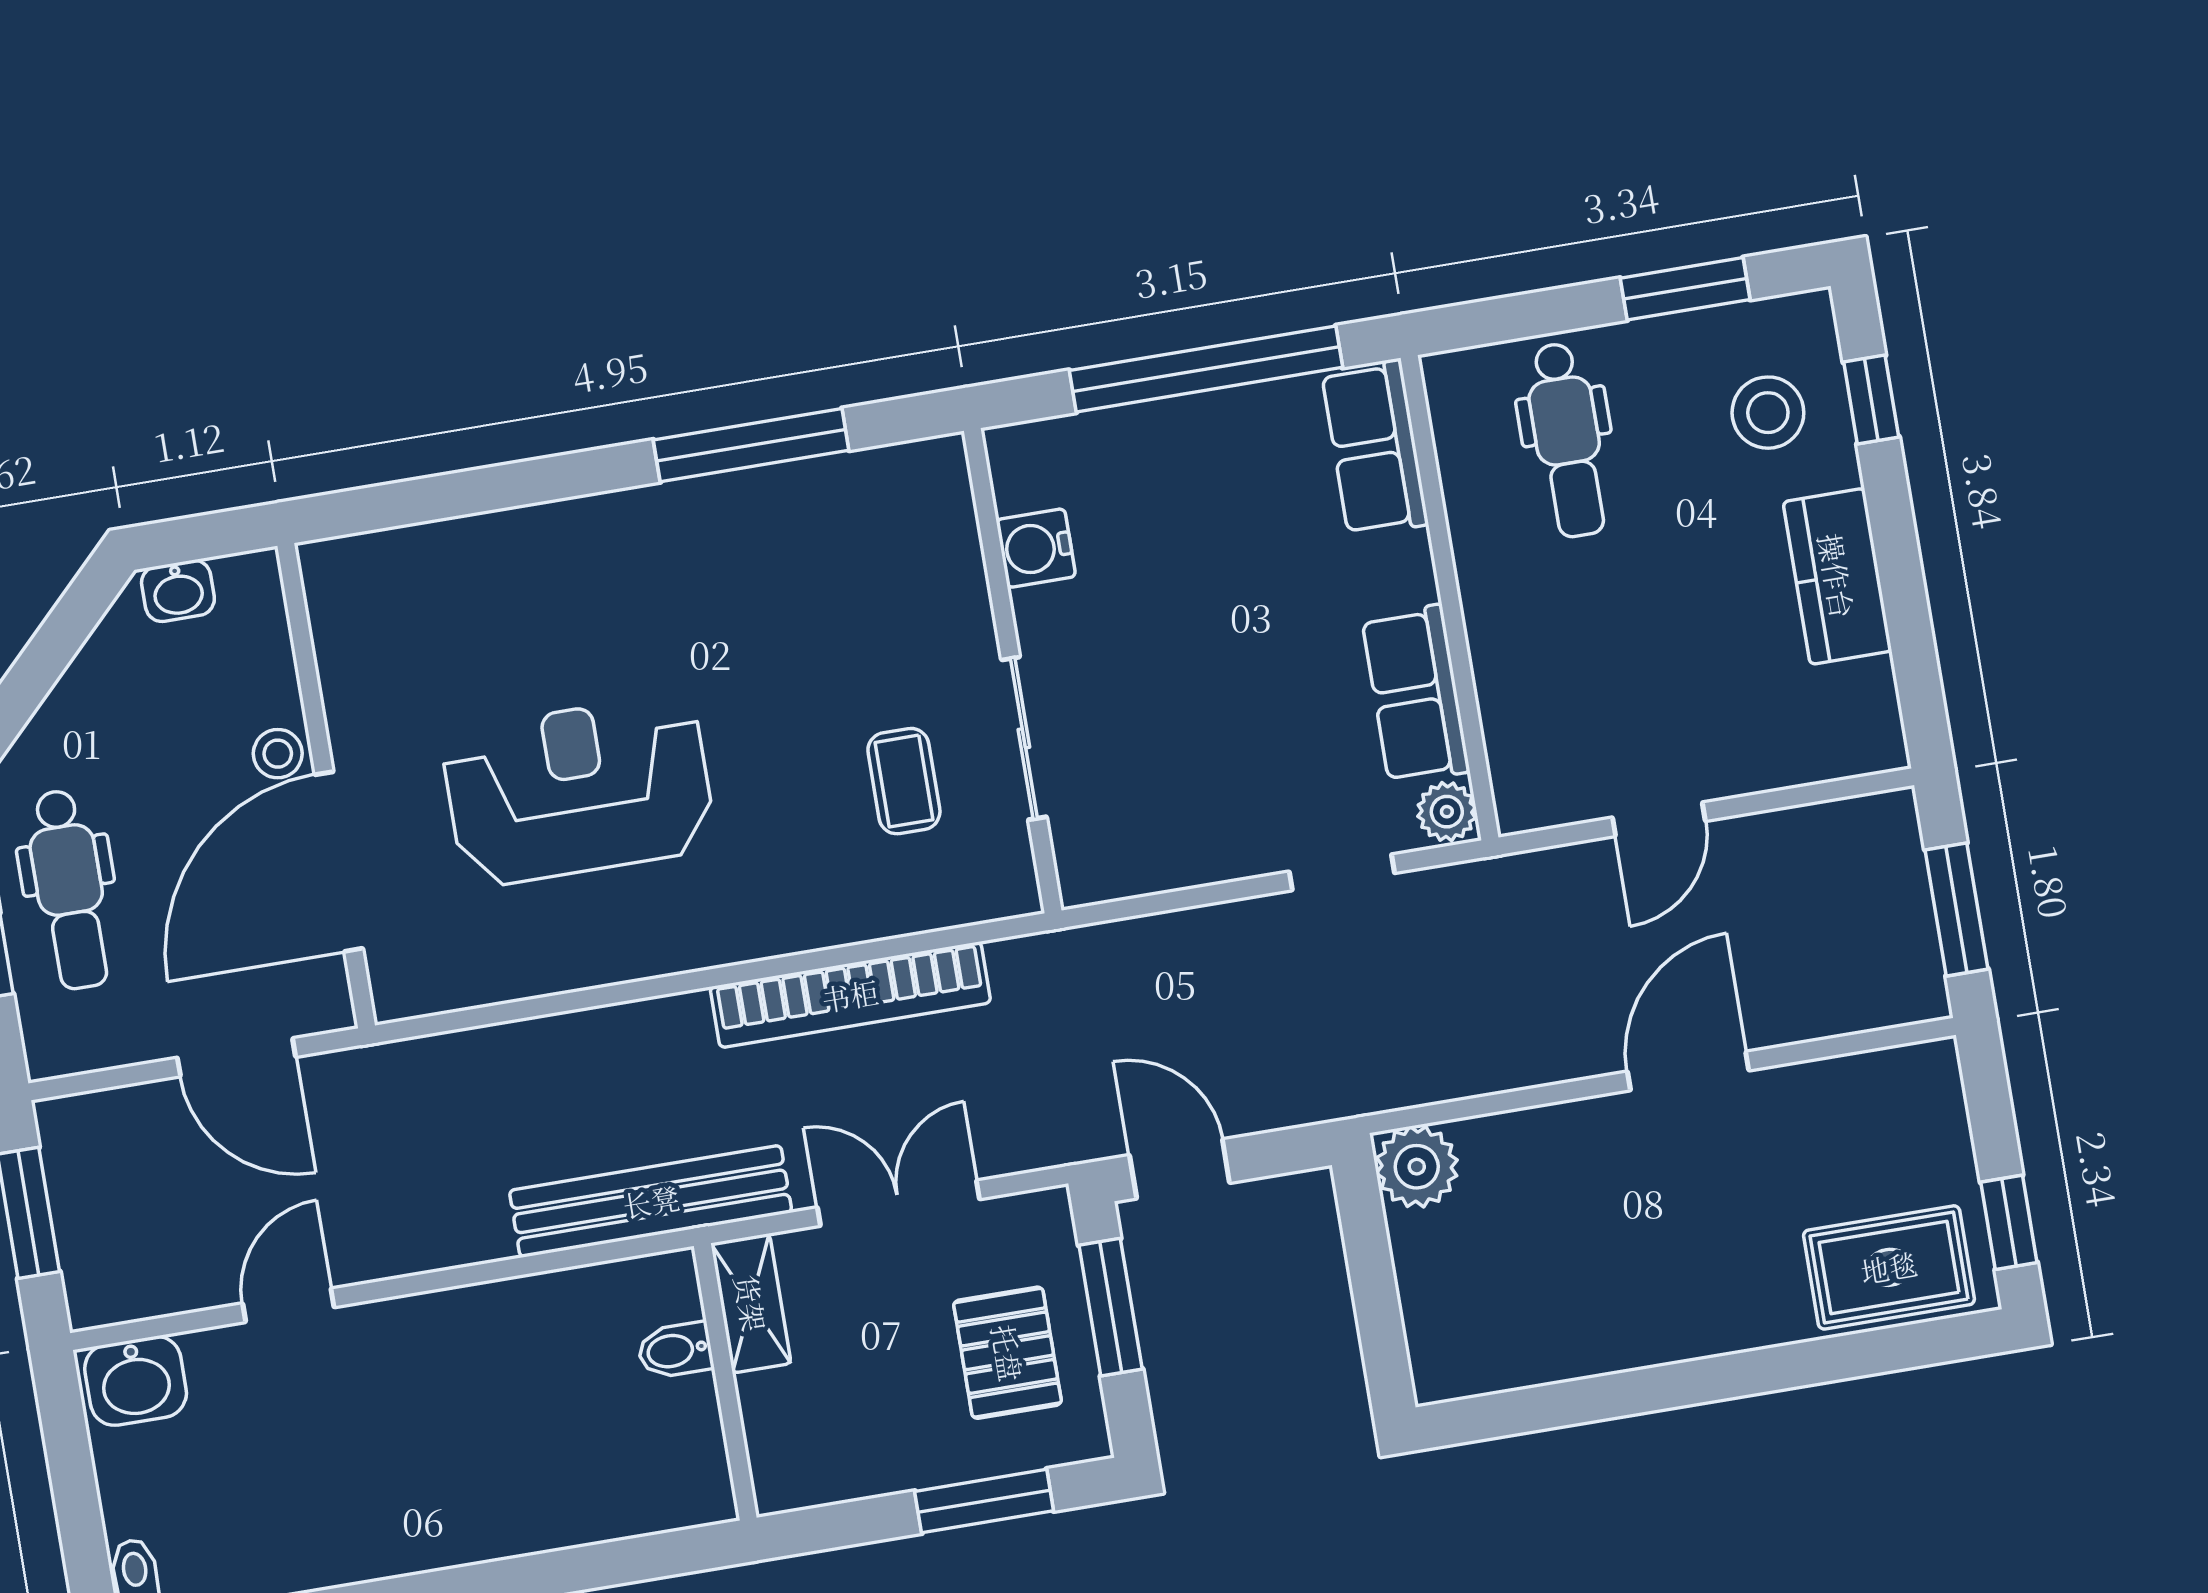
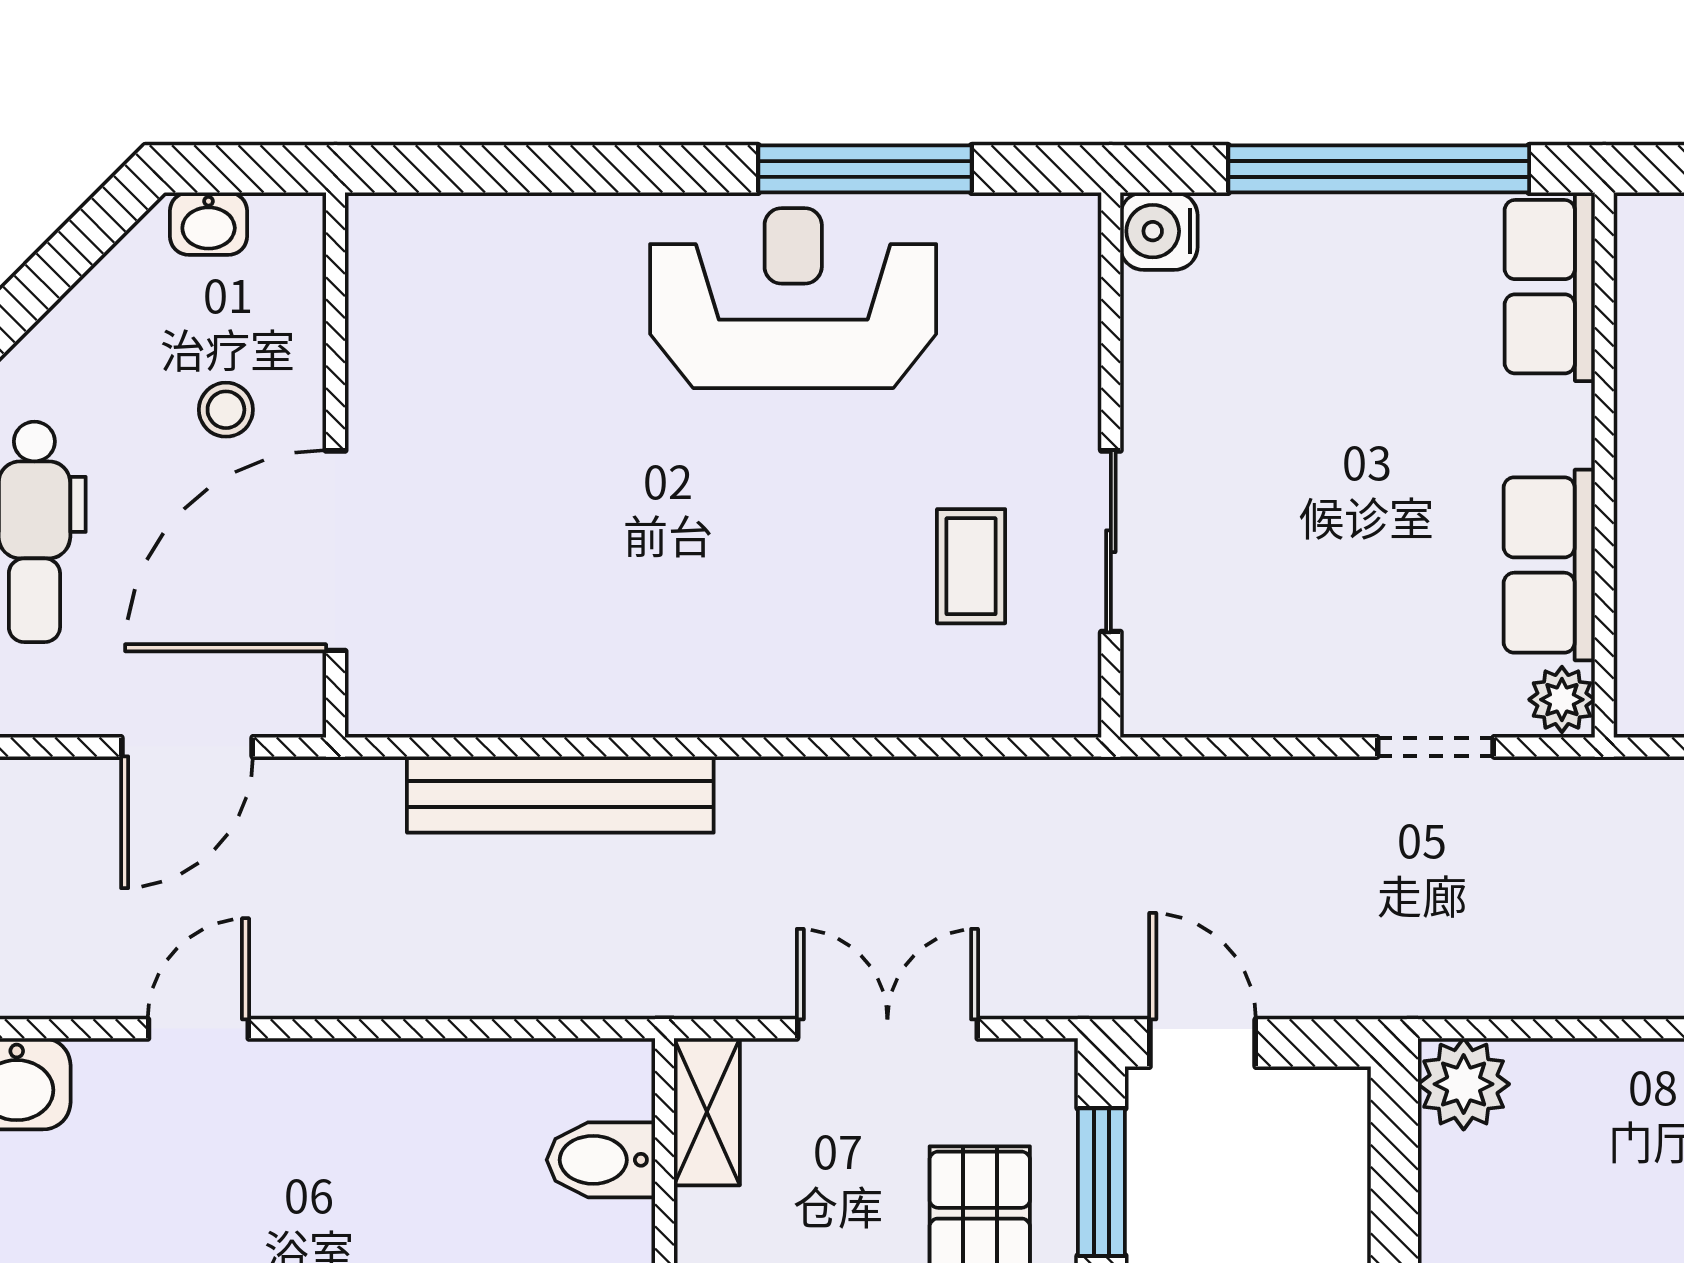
water cooler: (1036, 548) -> (1159, 231), moved
stool: (278, 754) -> (226, 410), moved
reception desk: (579, 790) -> (793, 298), moved
bookcase: (850, 995) -> (873, 791), removed
door: (236, 1057) -> (187, 747), hinge flipped
bench: (651, 1201) -> (560, 794), moved
bidet: (675, 1350) -> (601, 1160), width x1.38, depth x1.36

